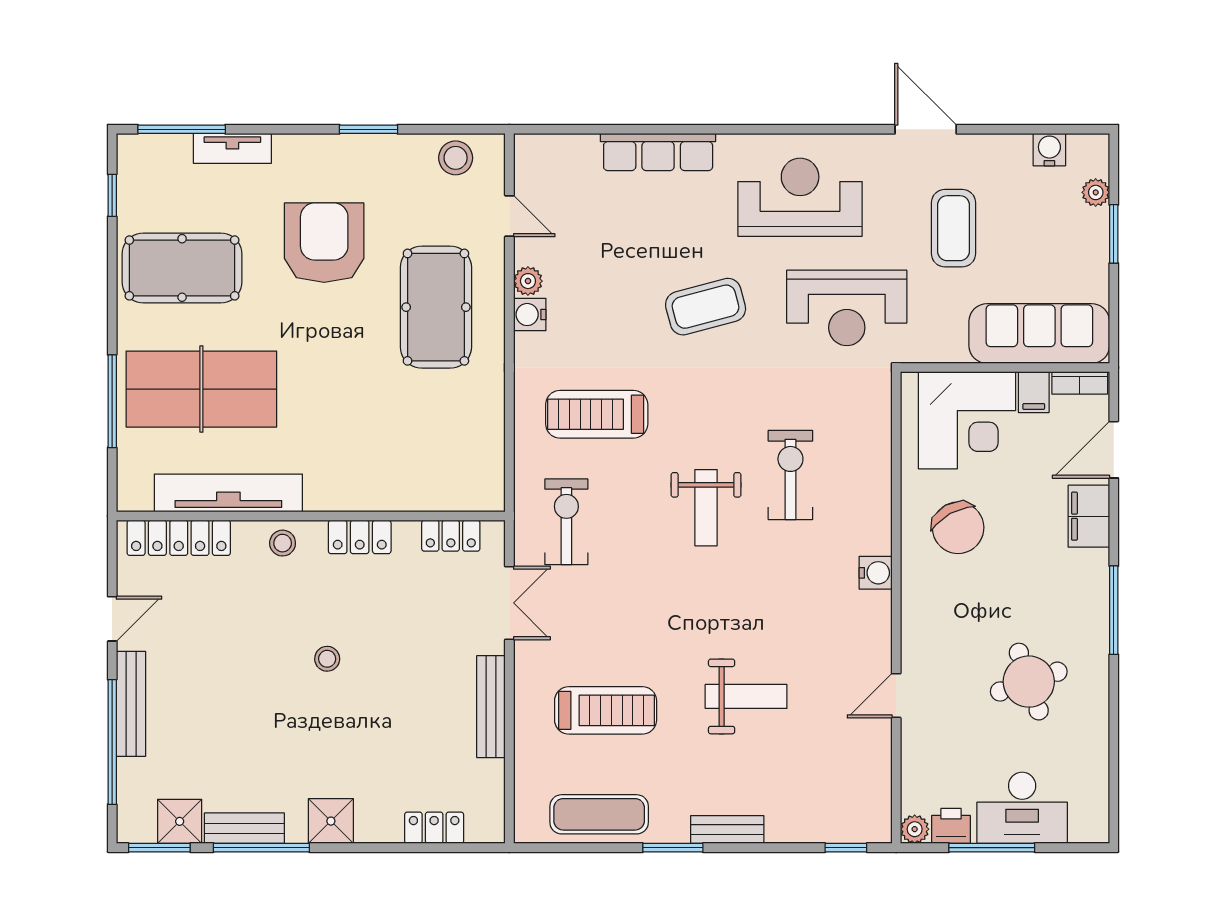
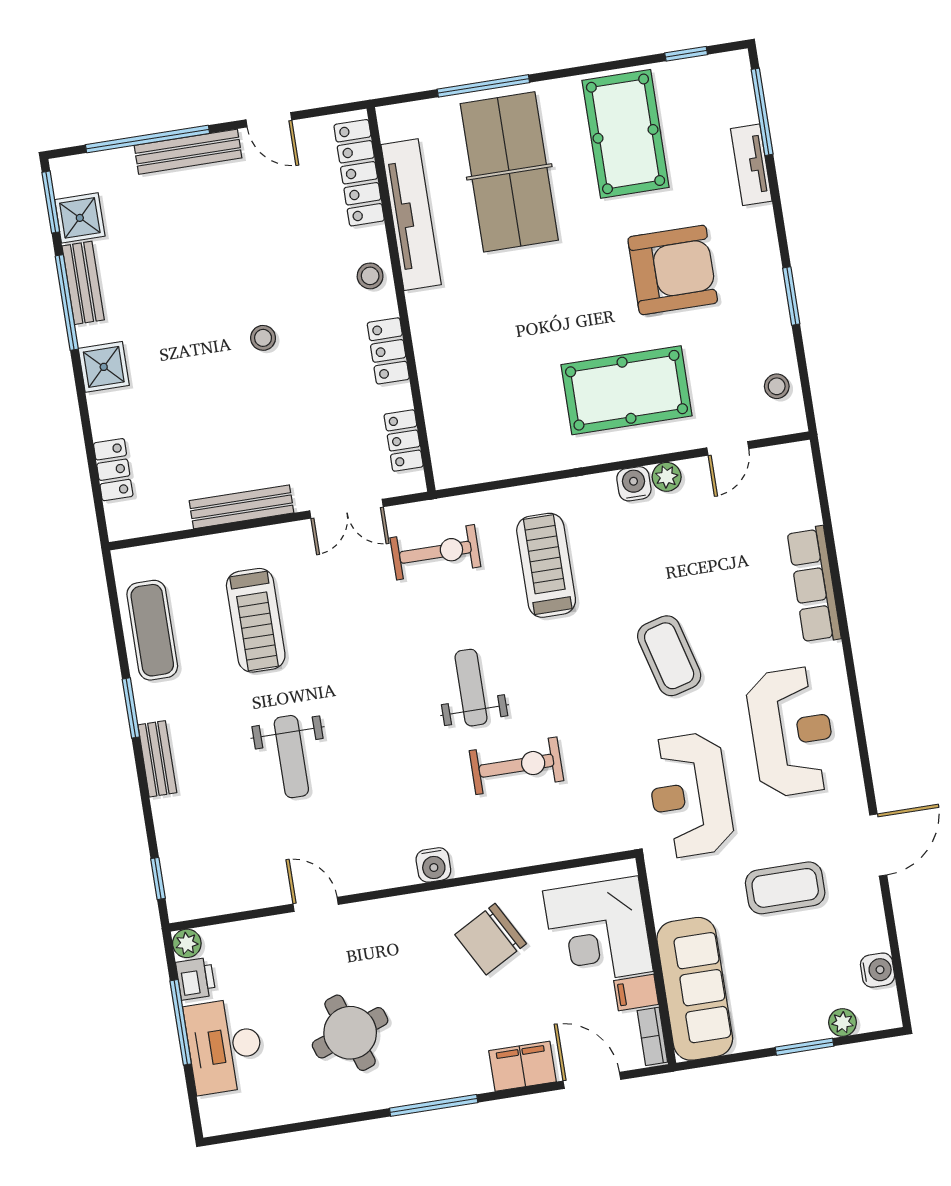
stool: (456, 158) -> (777, 386), width x0.73, depth x0.73
weight bench: (706, 508) -> (471, 688), turned 90

